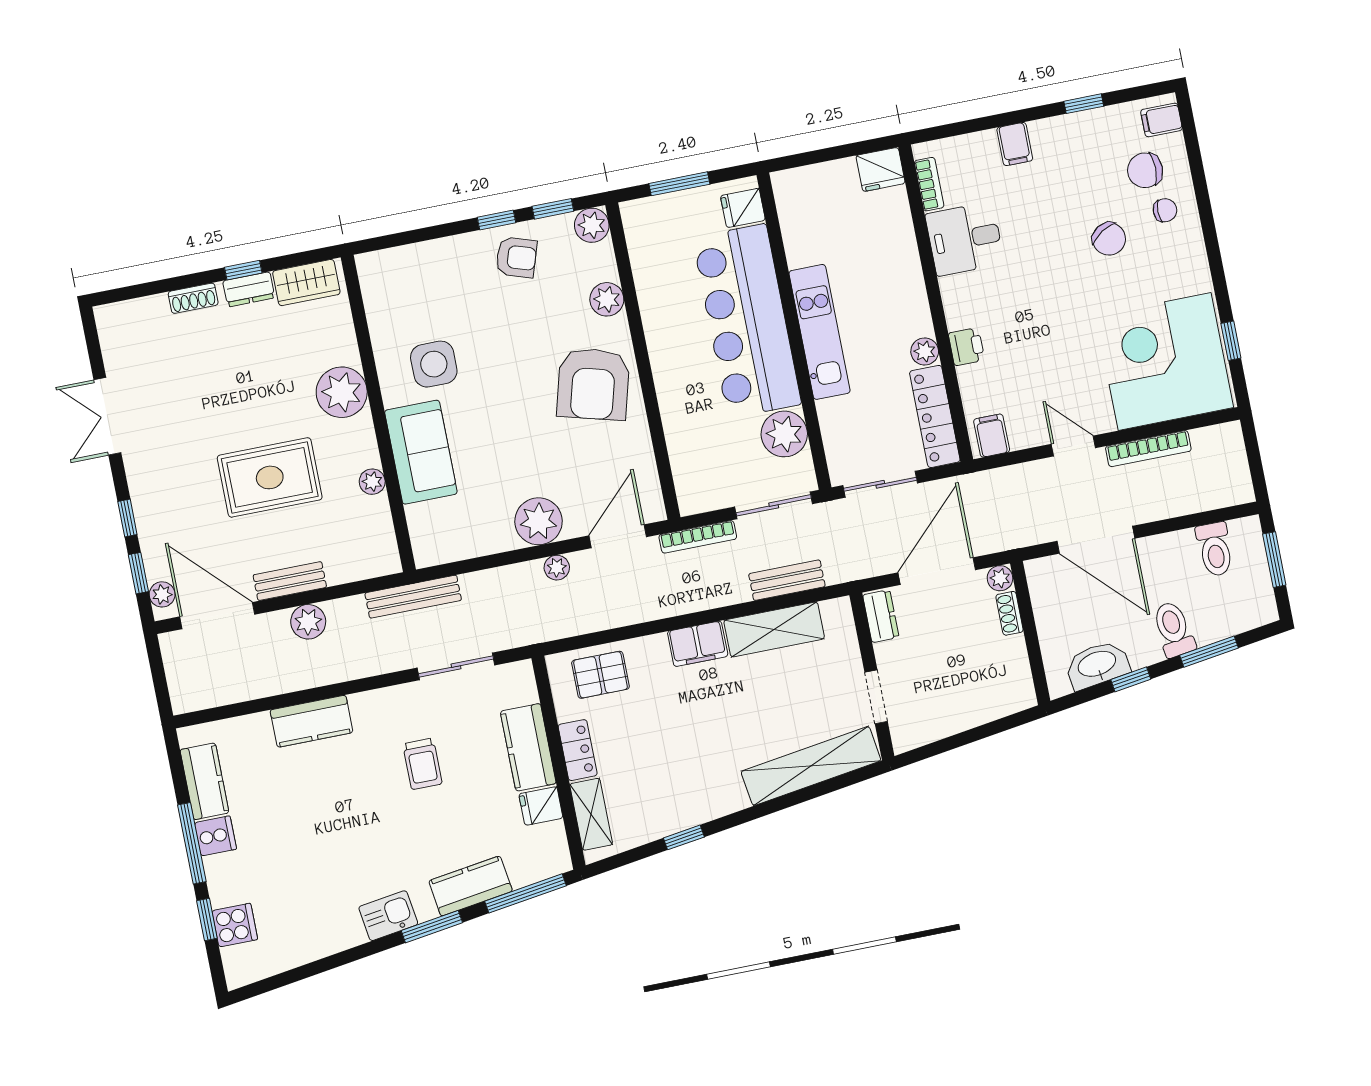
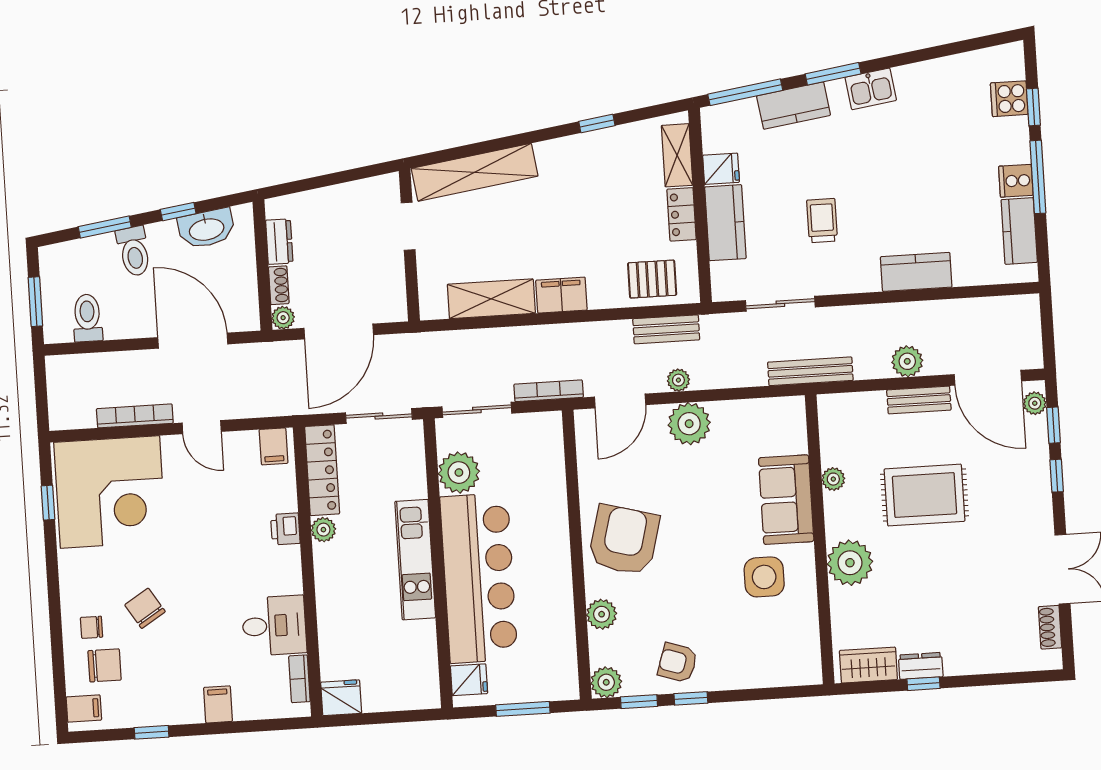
shoe rack: (193, 298) -> (1050, 627), moved, turned -90
bench: (787, 580) -> (666, 329), moved
dresser: (881, 616) -> (279, 242), moved, turned 180

